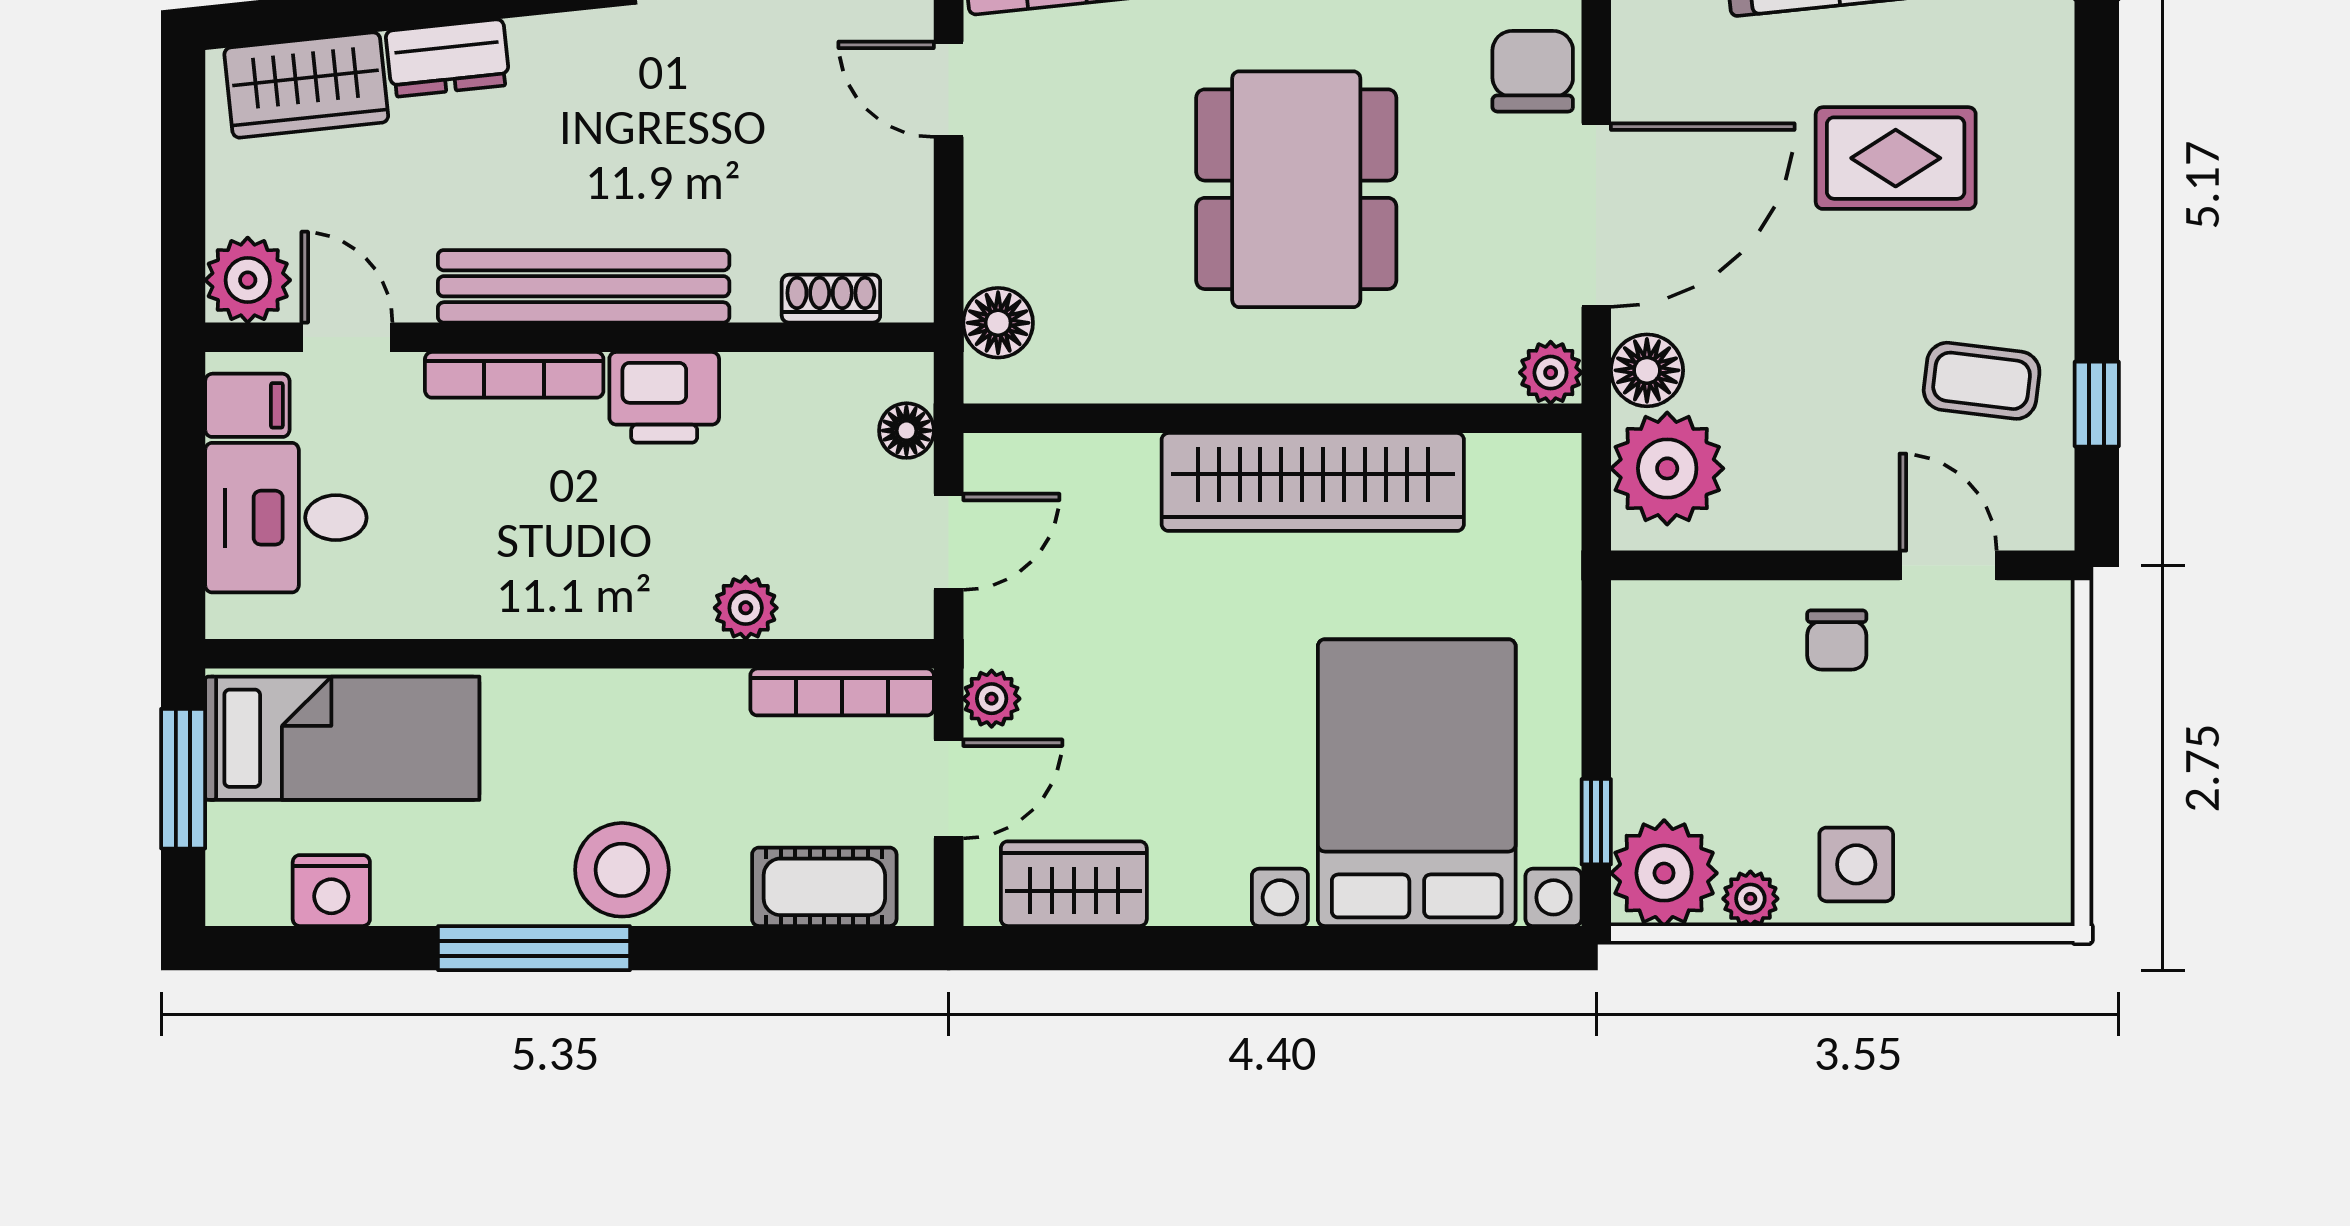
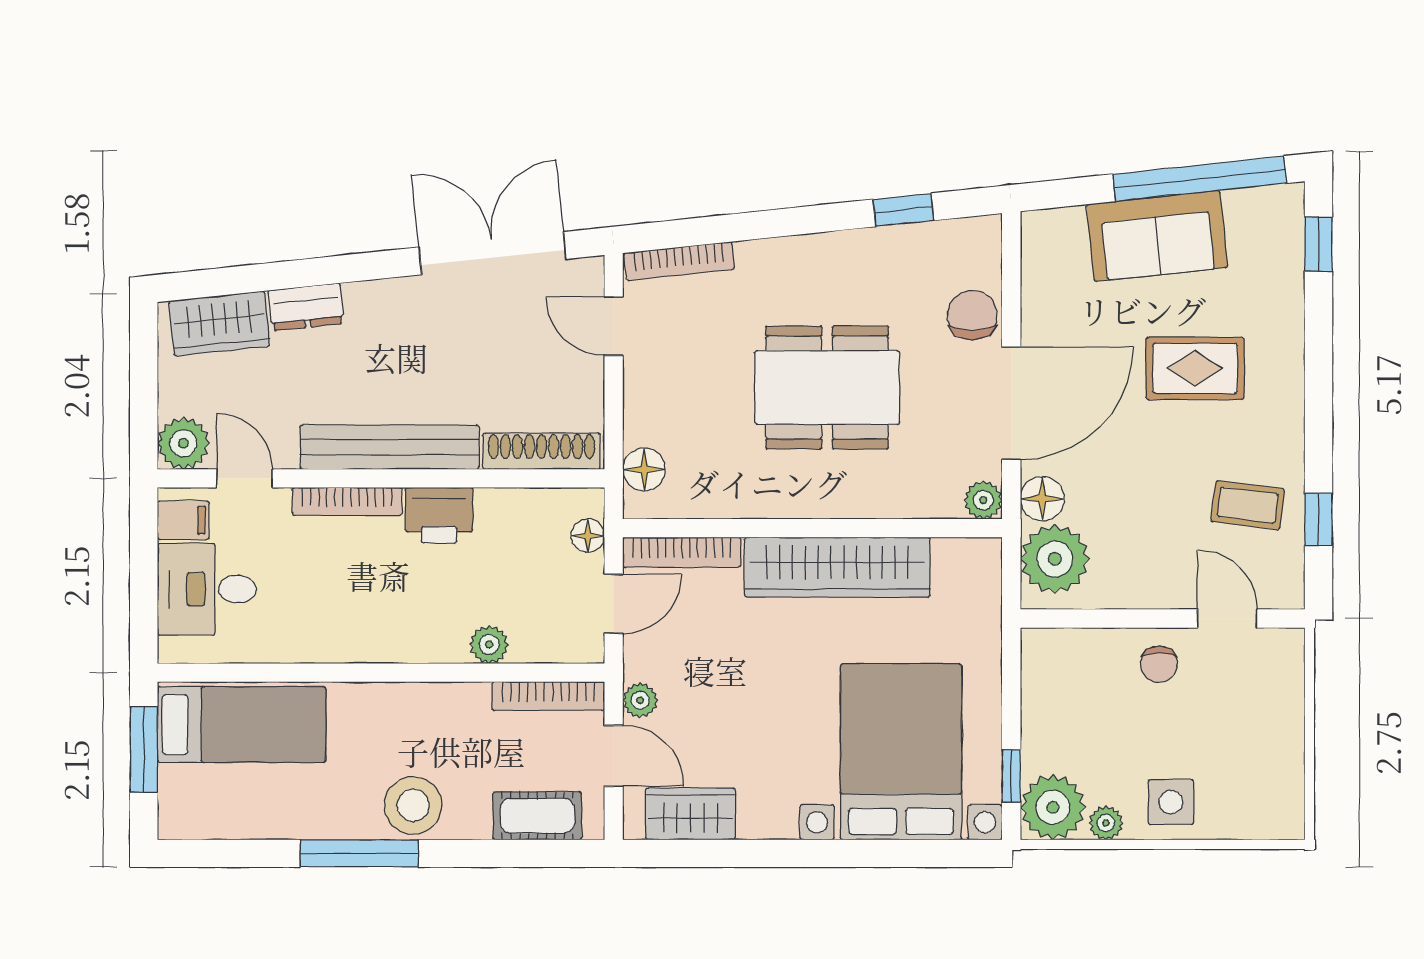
dining table: (1296, 189) -> (827, 387), turned 90
shoe rack: (831, 299) -> (541, 451), width x1.94, depth x1.24
bookcase: (1059, 458) -> (682, 552), added
door: (949, 789) -> (614, 756), hinge flipped
nightstand: (331, 891) -> (235, 818), removed

